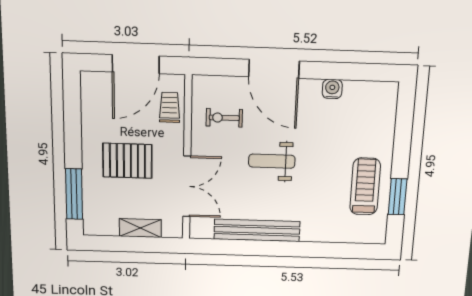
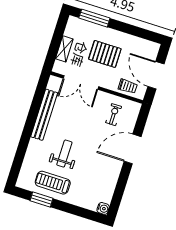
water cooler: (332, 89) -> (103, 208), moved
pallet: (127, 161) -> (105, 54), turned 90
weight bench: (272, 161) -> (64, 154), moved
treadmill: (365, 186) -> (53, 183), turned 180

